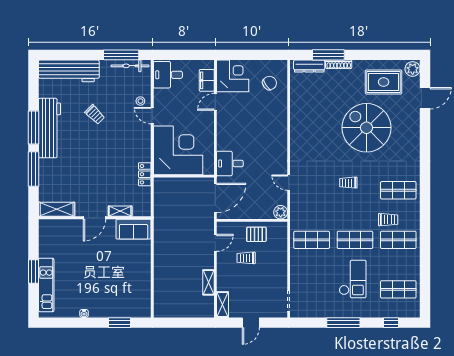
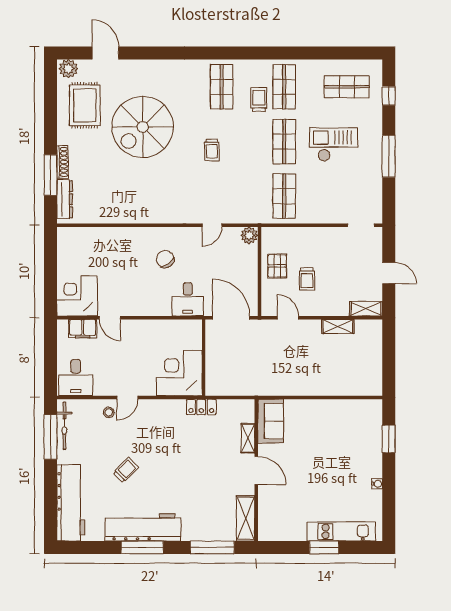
chair: (270, 83) -> (165, 259), moved
corner desk: (178, 150) -> (179, 373), width x0.74, depth x0.74
window: (34, 169) -> (212, 547), moved
shop shelf: (398, 289) -> (347, 87), turned 90

